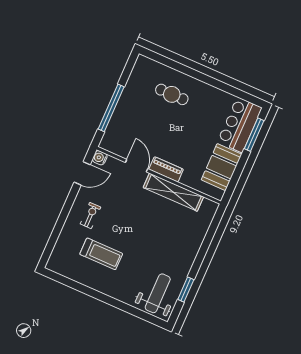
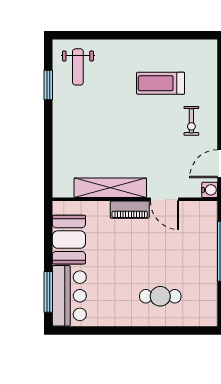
weight bench: (158, 293) -> (78, 67), width x0.73, depth x0.75

